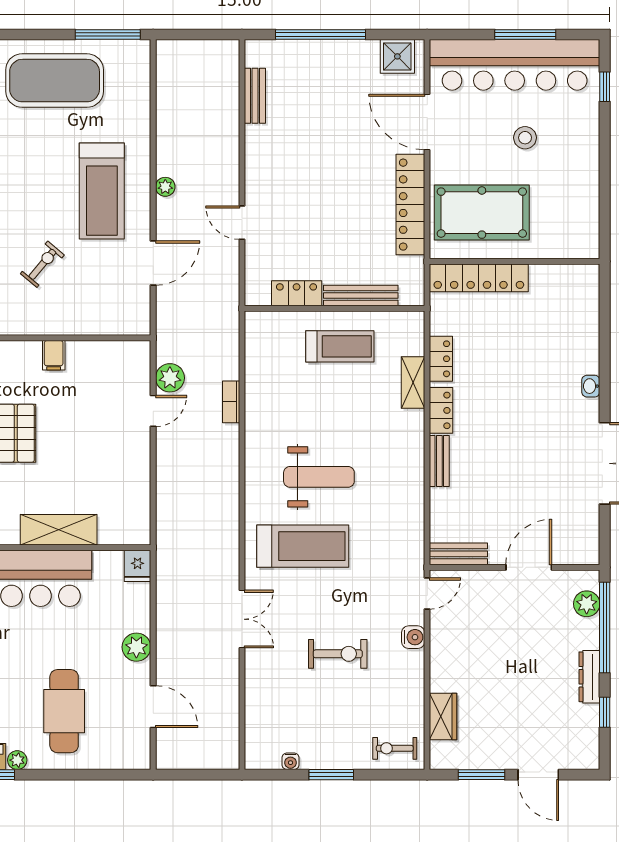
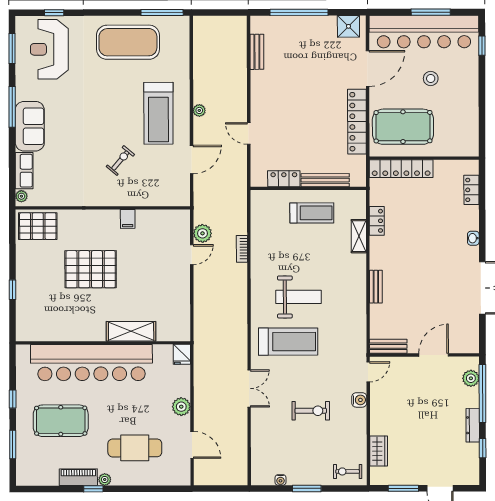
door: (427, 122) -> (368, 68), swing flipped
locker: (441, 410) -> (471, 190), moved, turned 180
cafe table: (64, 711) -> (135, 448), turned 90

